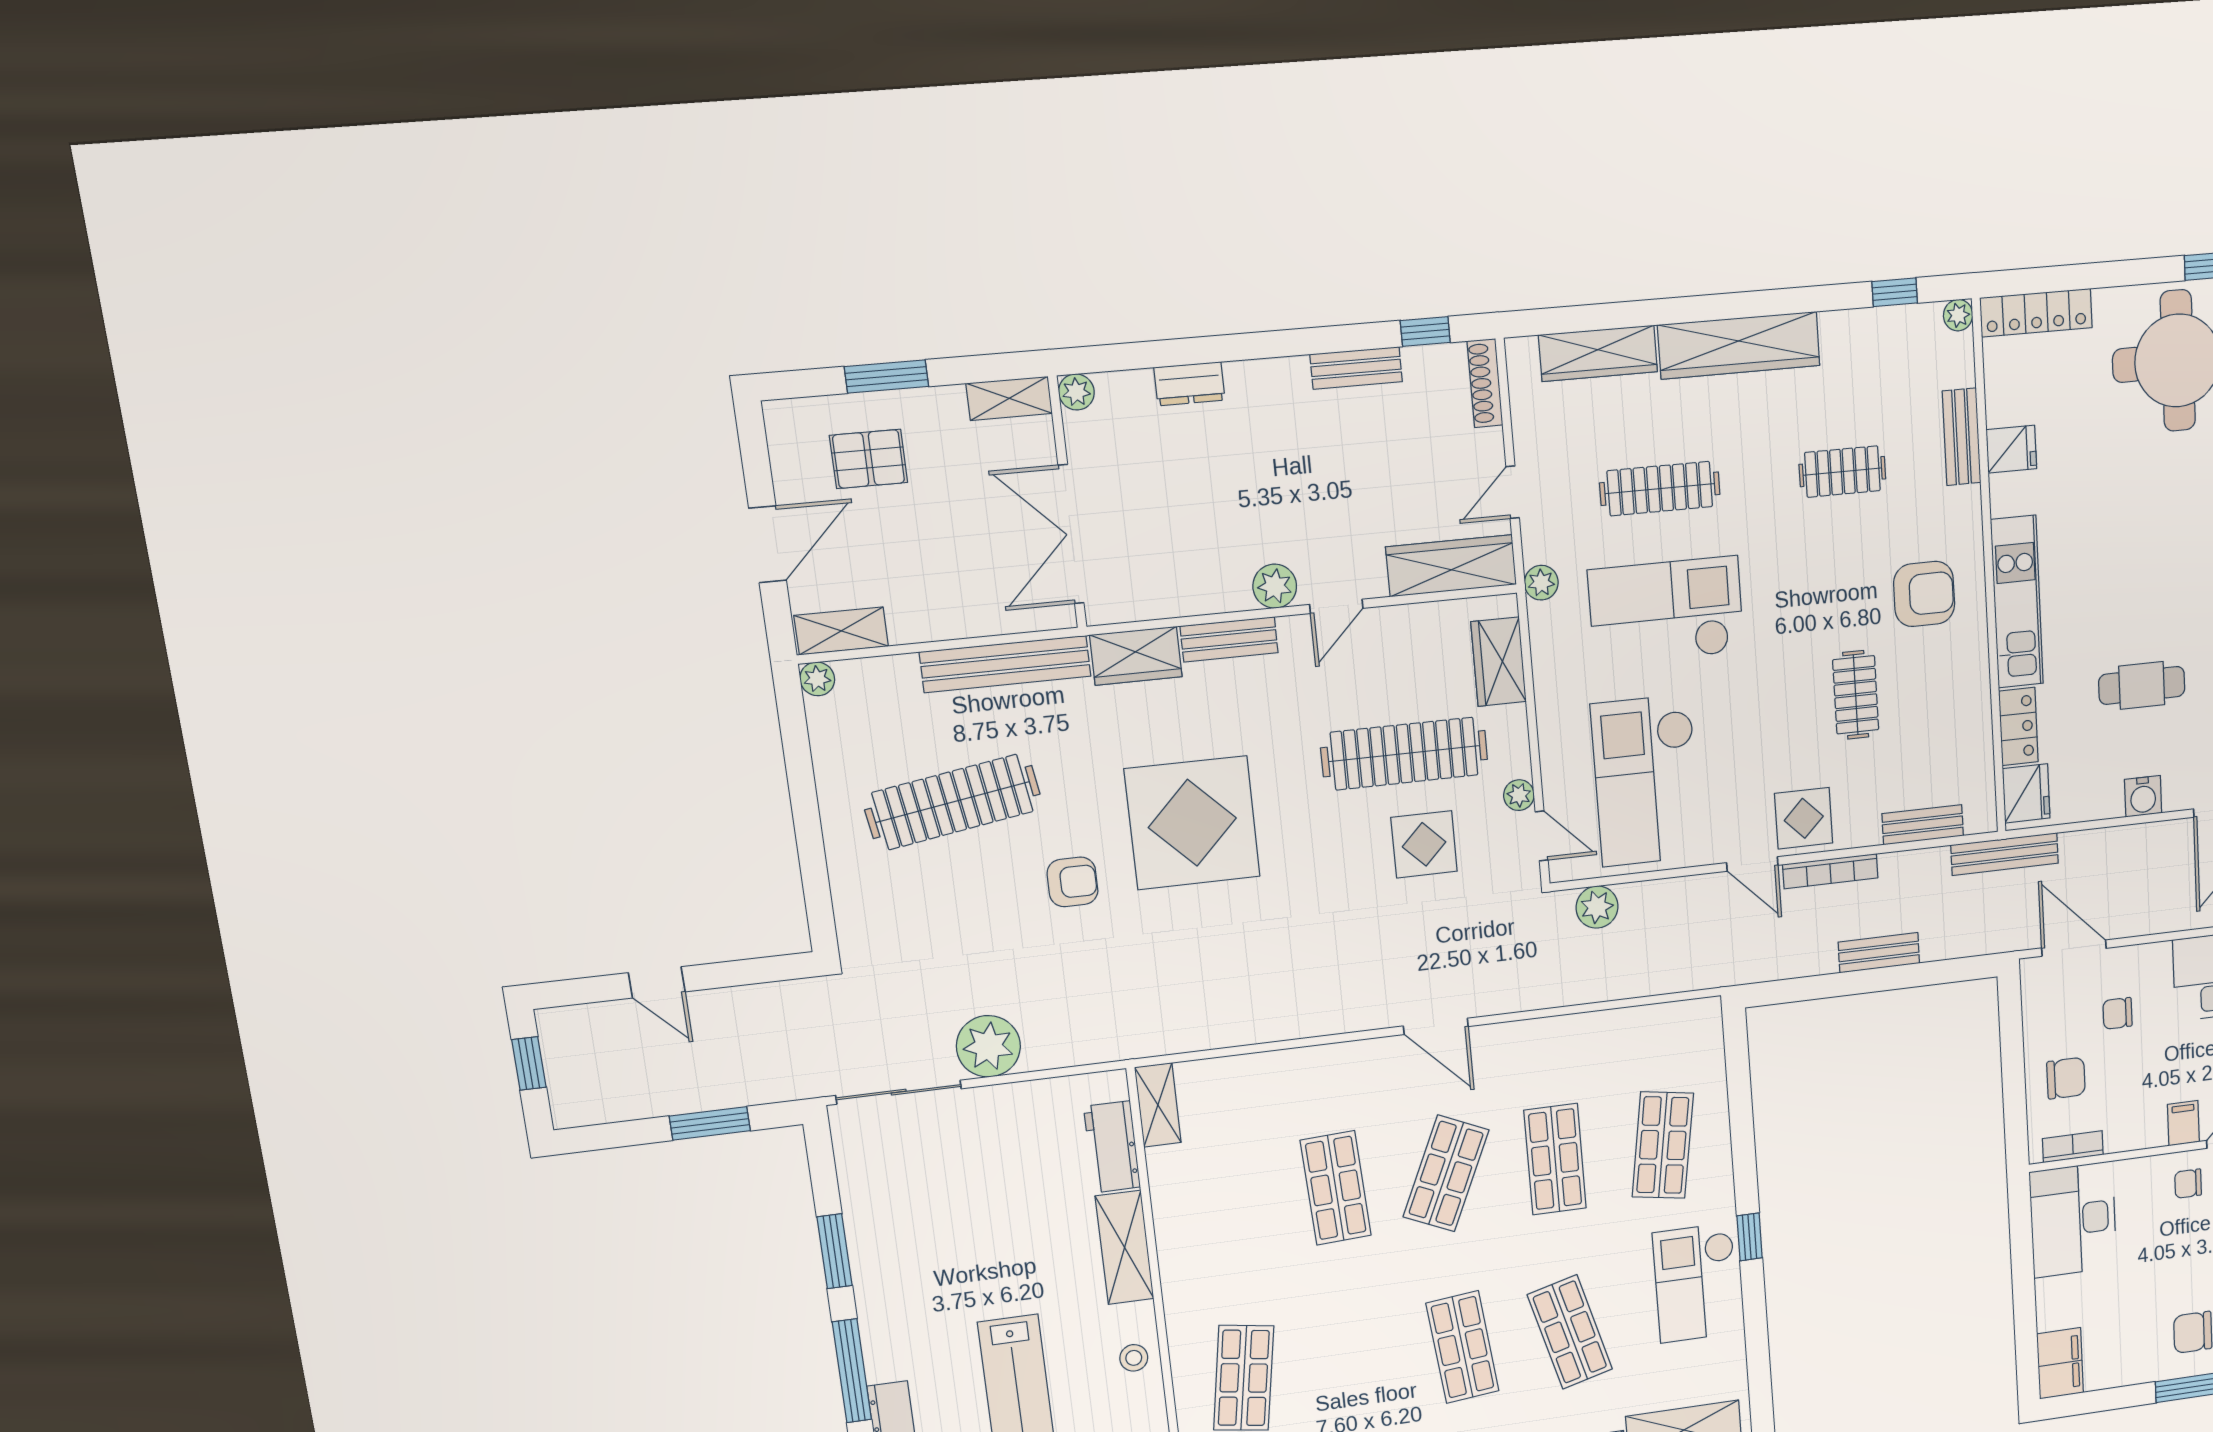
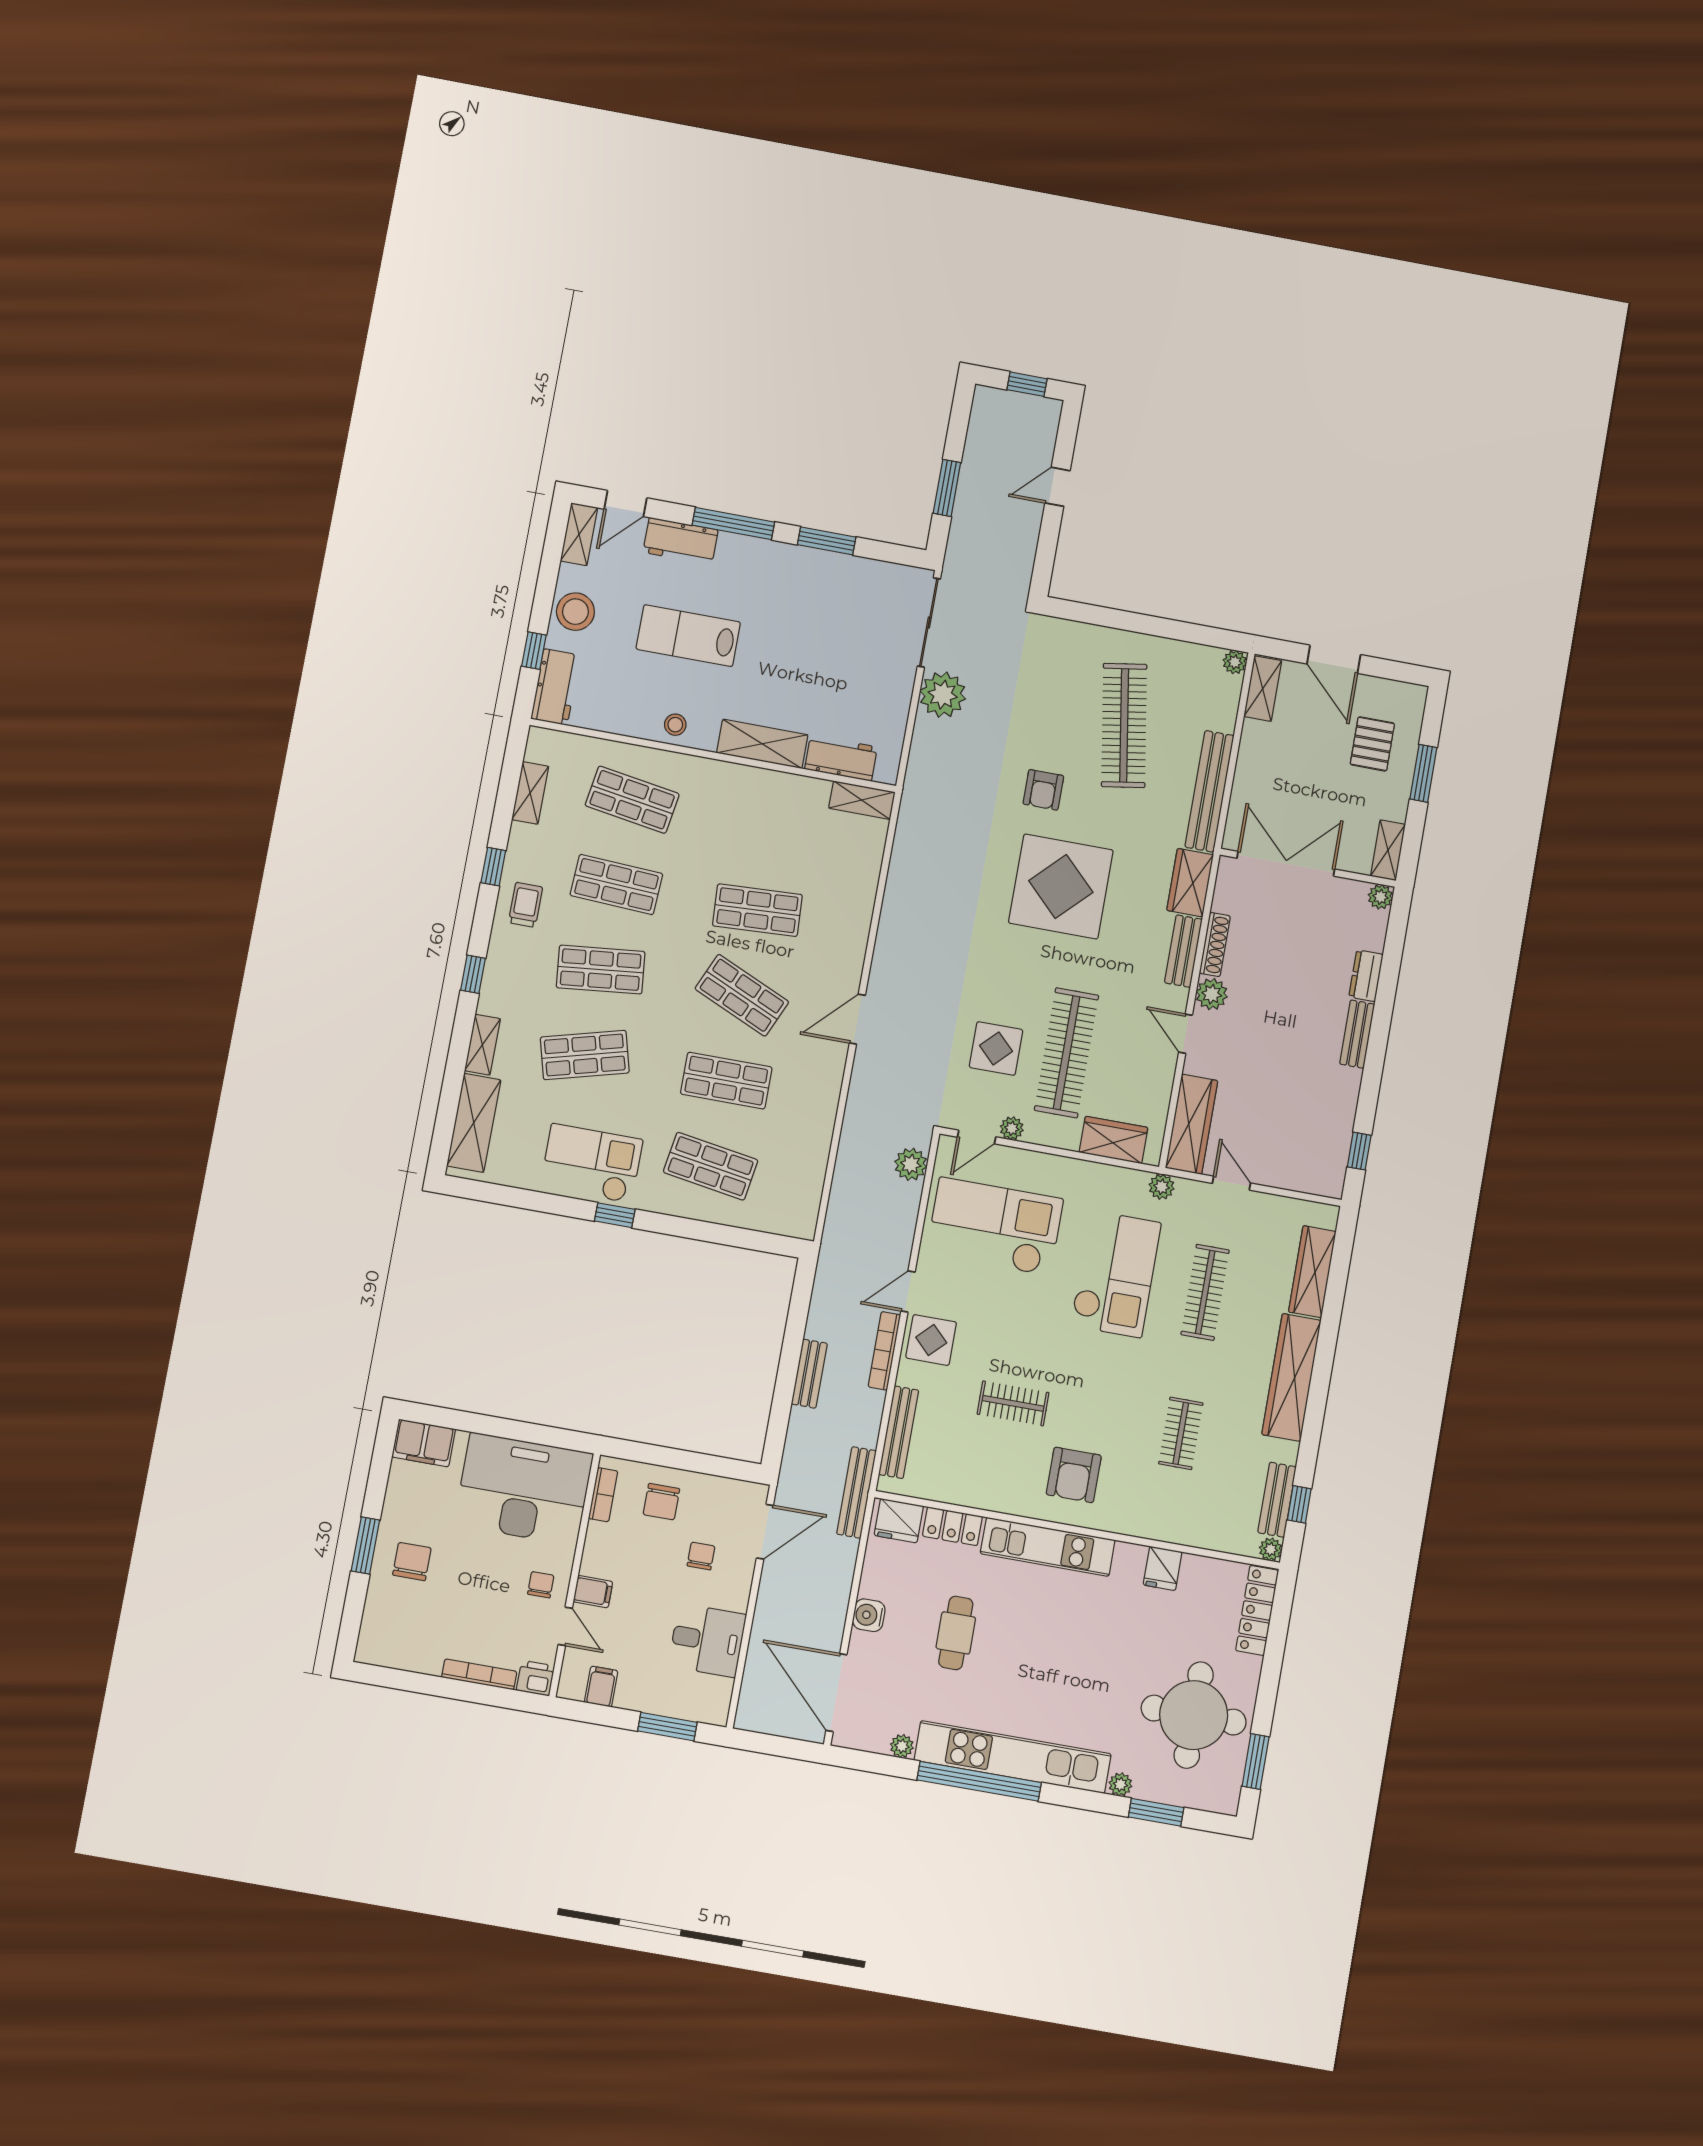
bench: (1356, 368) -> (1357, 1034), moved
shoe rack: (1485, 383) -> (1215, 944), moved, turned 90
bench: (1962, 437) -> (1277, 1500), moved, turned 90
bench: (1923, 825) -> (899, 1432), width x1.36
desk: (2073, 1220) -> (524, 1489), width x1.36, depth x1.30
shop shelf: (1354, 1362) -> (616, 884), added

